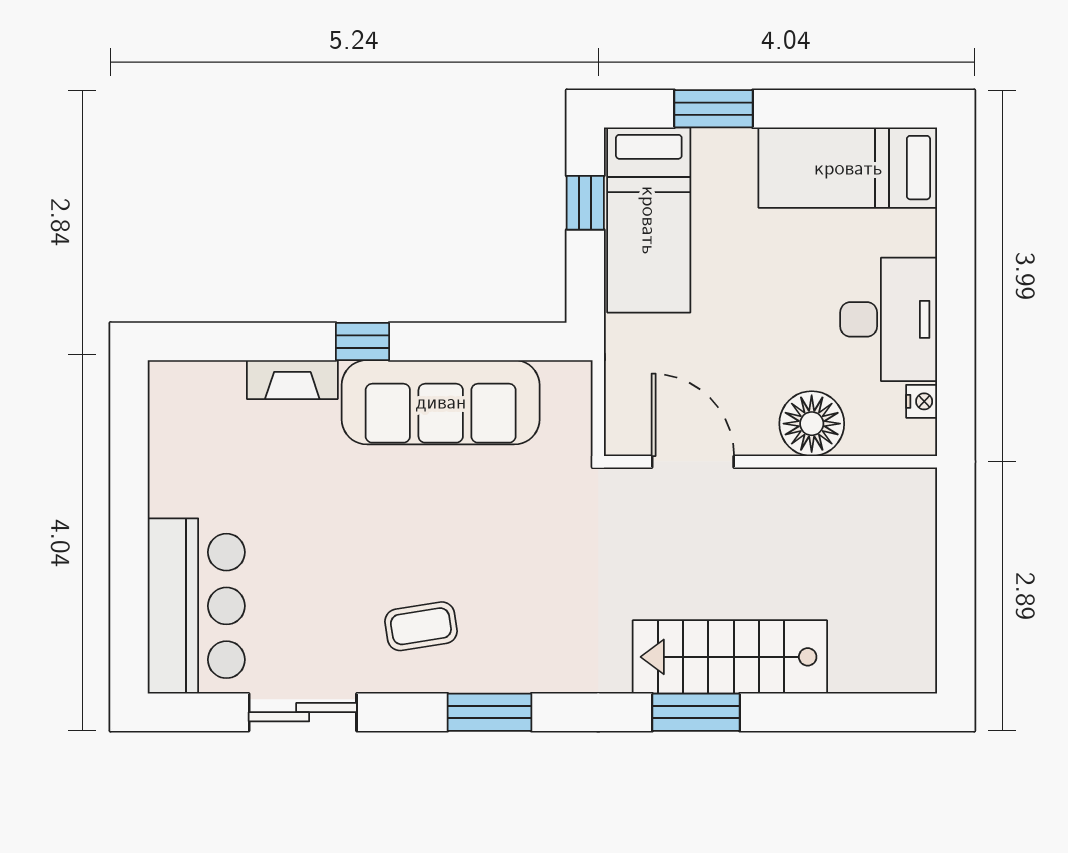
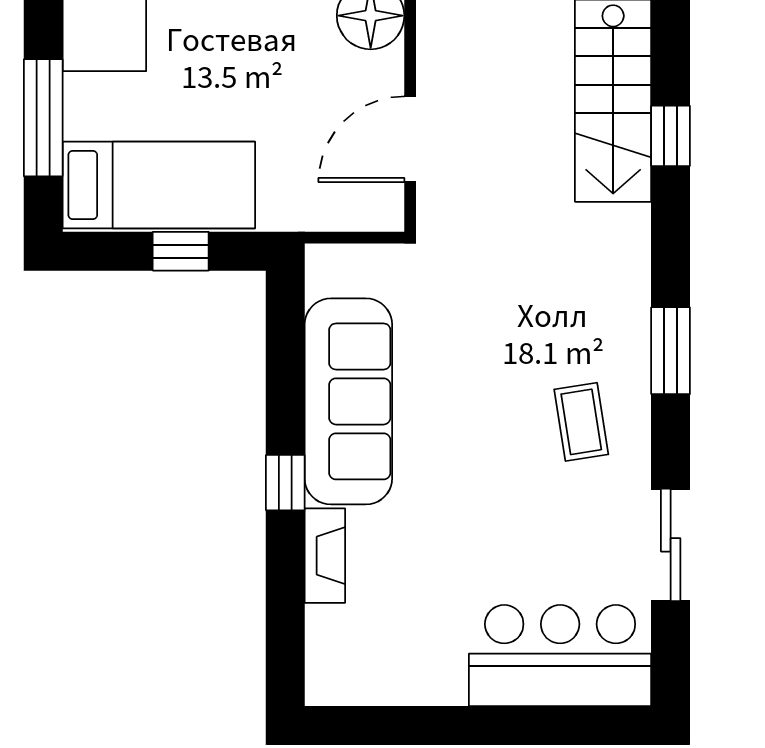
window: (714, 109) -> (43, 118), width x1.44
window: (585, 203) -> (181, 251), moved
window: (696, 712) -> (671, 136), width x0.67

